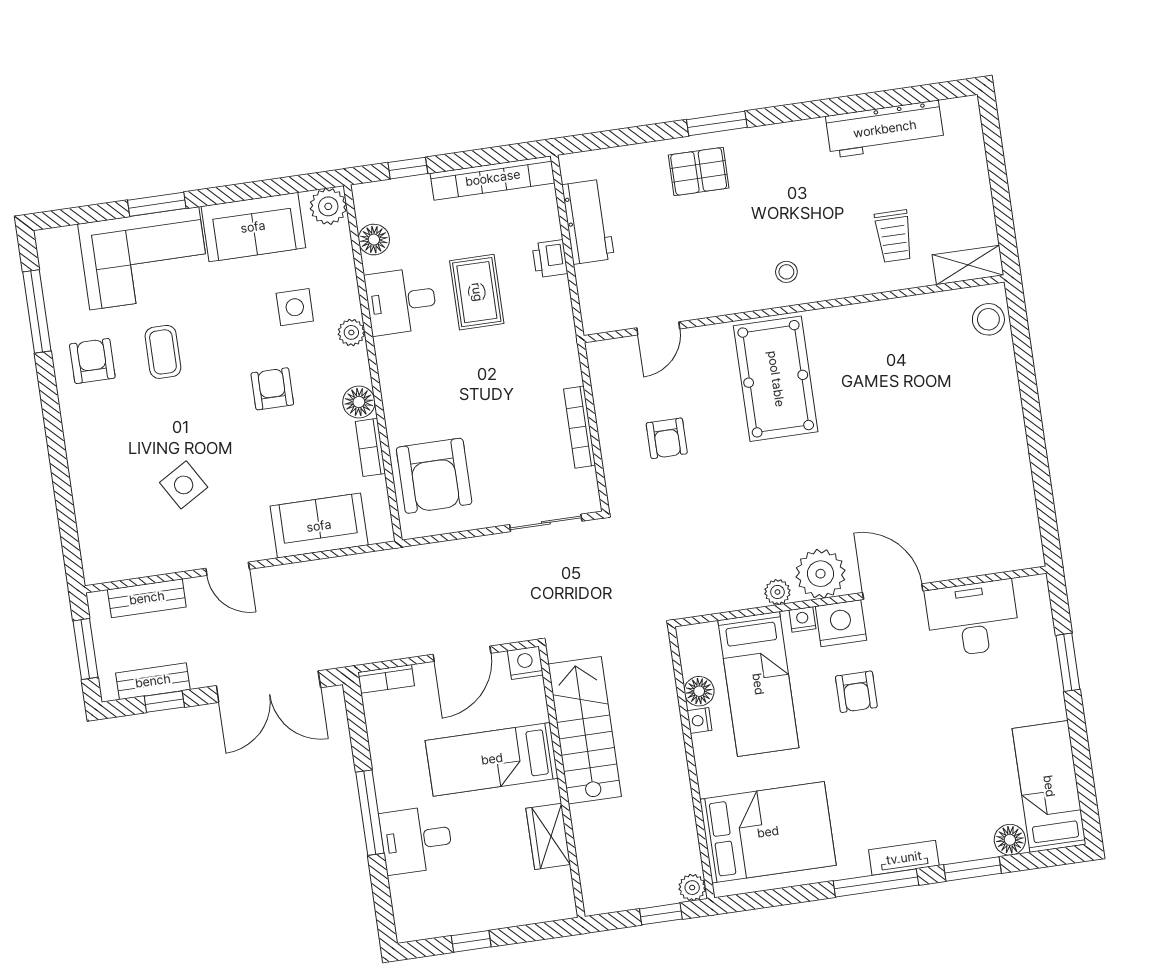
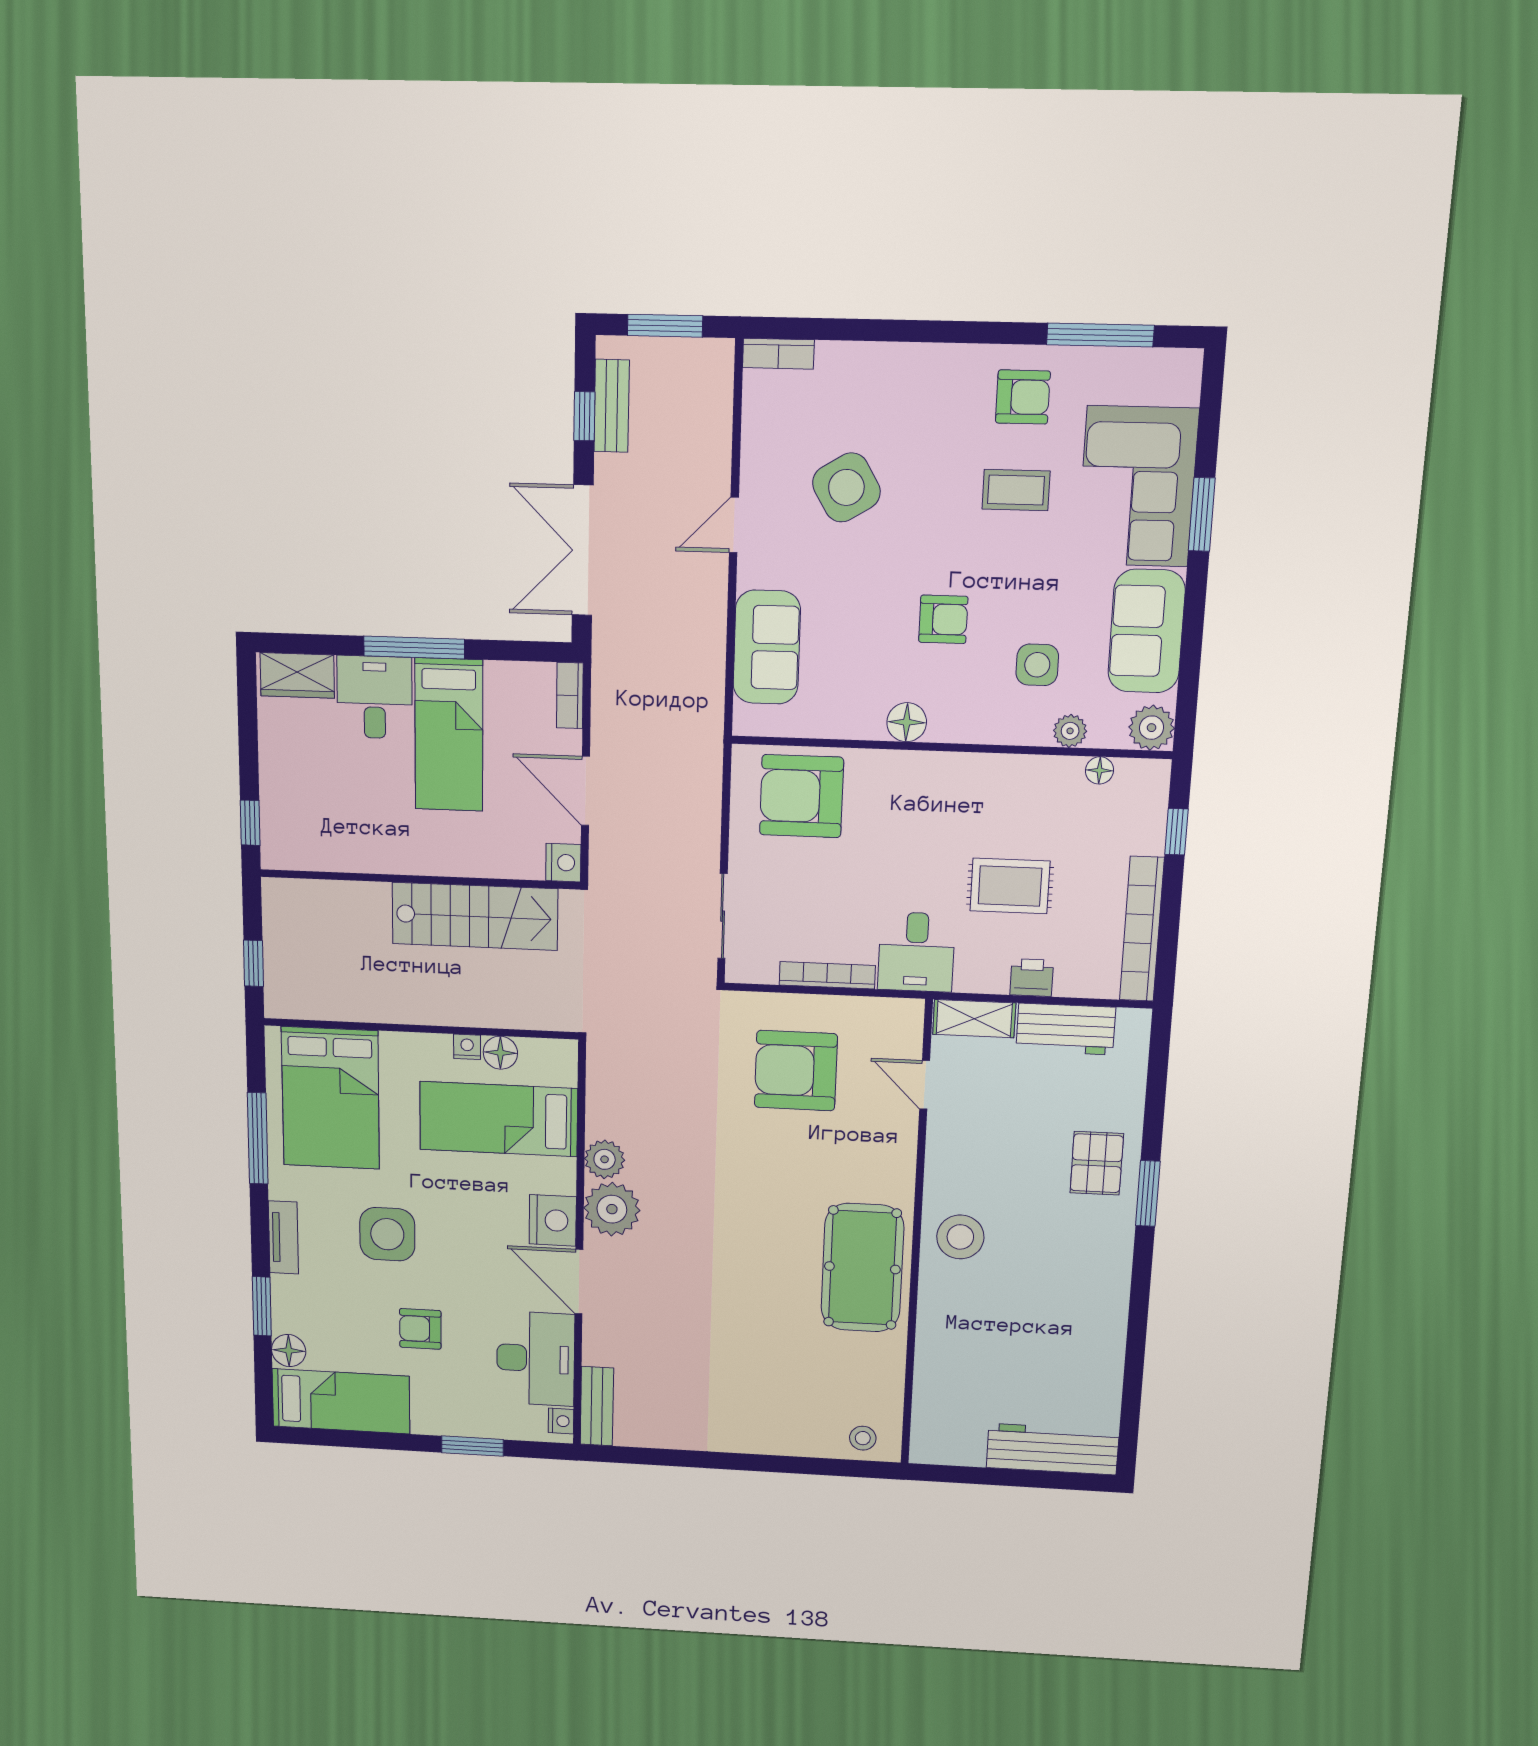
workbench: (885, 129) -> (1053, 1449), moved, turned 90
trolley: (894, 236) -> (976, 1358), removed
floor lamp: (374, 240) -> (1100, 770), width x0.73, depth x0.73
shelving: (968, 265) -> (974, 1019), moved, turned 90
stool: (786, 272) -> (960, 1237), width x1.89, depth x1.89
desk: (401, 301) -> (916, 952), moved, turned 180
stool: (988, 319) -> (863, 1438), width x0.73, depth x0.73
plant: (351, 332) -> (1070, 731), moved
pool table: (776, 379) -> (862, 1268), moved, turned 90
armchair: (667, 438) -> (796, 1071), width x1.88, depth x1.88
bookcase: (370, 447) -> (778, 354), moved, turned 180
side table: (184, 485) -> (846, 487), width x1.37, depth x1.37
plant: (777, 592) -> (605, 1159), width x1.38, depth x1.38
door: (893, 592) -> (579, 1282), swing flipped
bench: (147, 598) -> (597, 1406), moved
nightstand: (802, 619) -> (561, 1421), moved
armchair: (856, 692) -> (420, 1329), moved
bed: (492, 759) -> (449, 735), moved, turned 180
side table: (882, 766) -> (387, 1234), added
wardrobe: (548, 836) -> (297, 675), moved, turned 180
window: (876, 883) -> (258, 1138), moved
plant: (692, 888) -> (279, 1004), removed
window: (471, 941) -> (250, 823), moved

